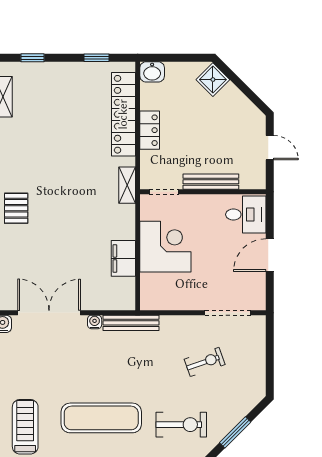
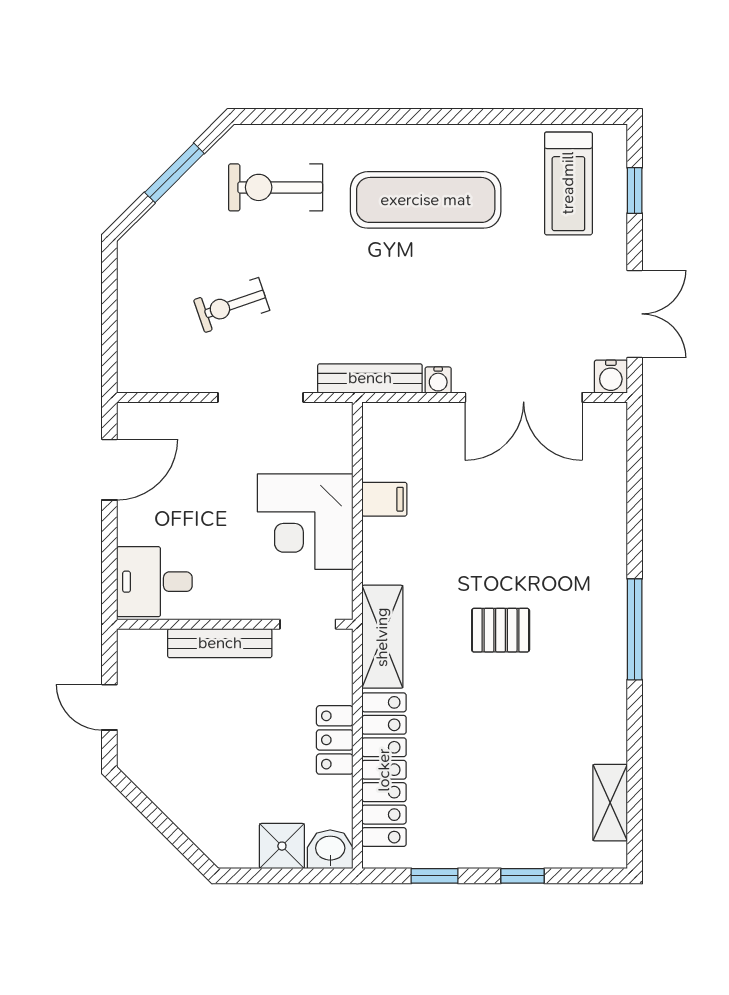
window: (32, 58) -> (523, 876), moved
shower: (213, 80) -> (282, 846), moved, turned 45
shelving: (127, 185) -> (382, 637), width x1.50, depth x1.33
pallet: (16, 208) -> (501, 630), moved, turned 90
door: (270, 255) -> (109, 470), moved
filing cabinet: (123, 258) -> (384, 499), width x0.50
doorway: (228, 313) -> (261, 397), moved

